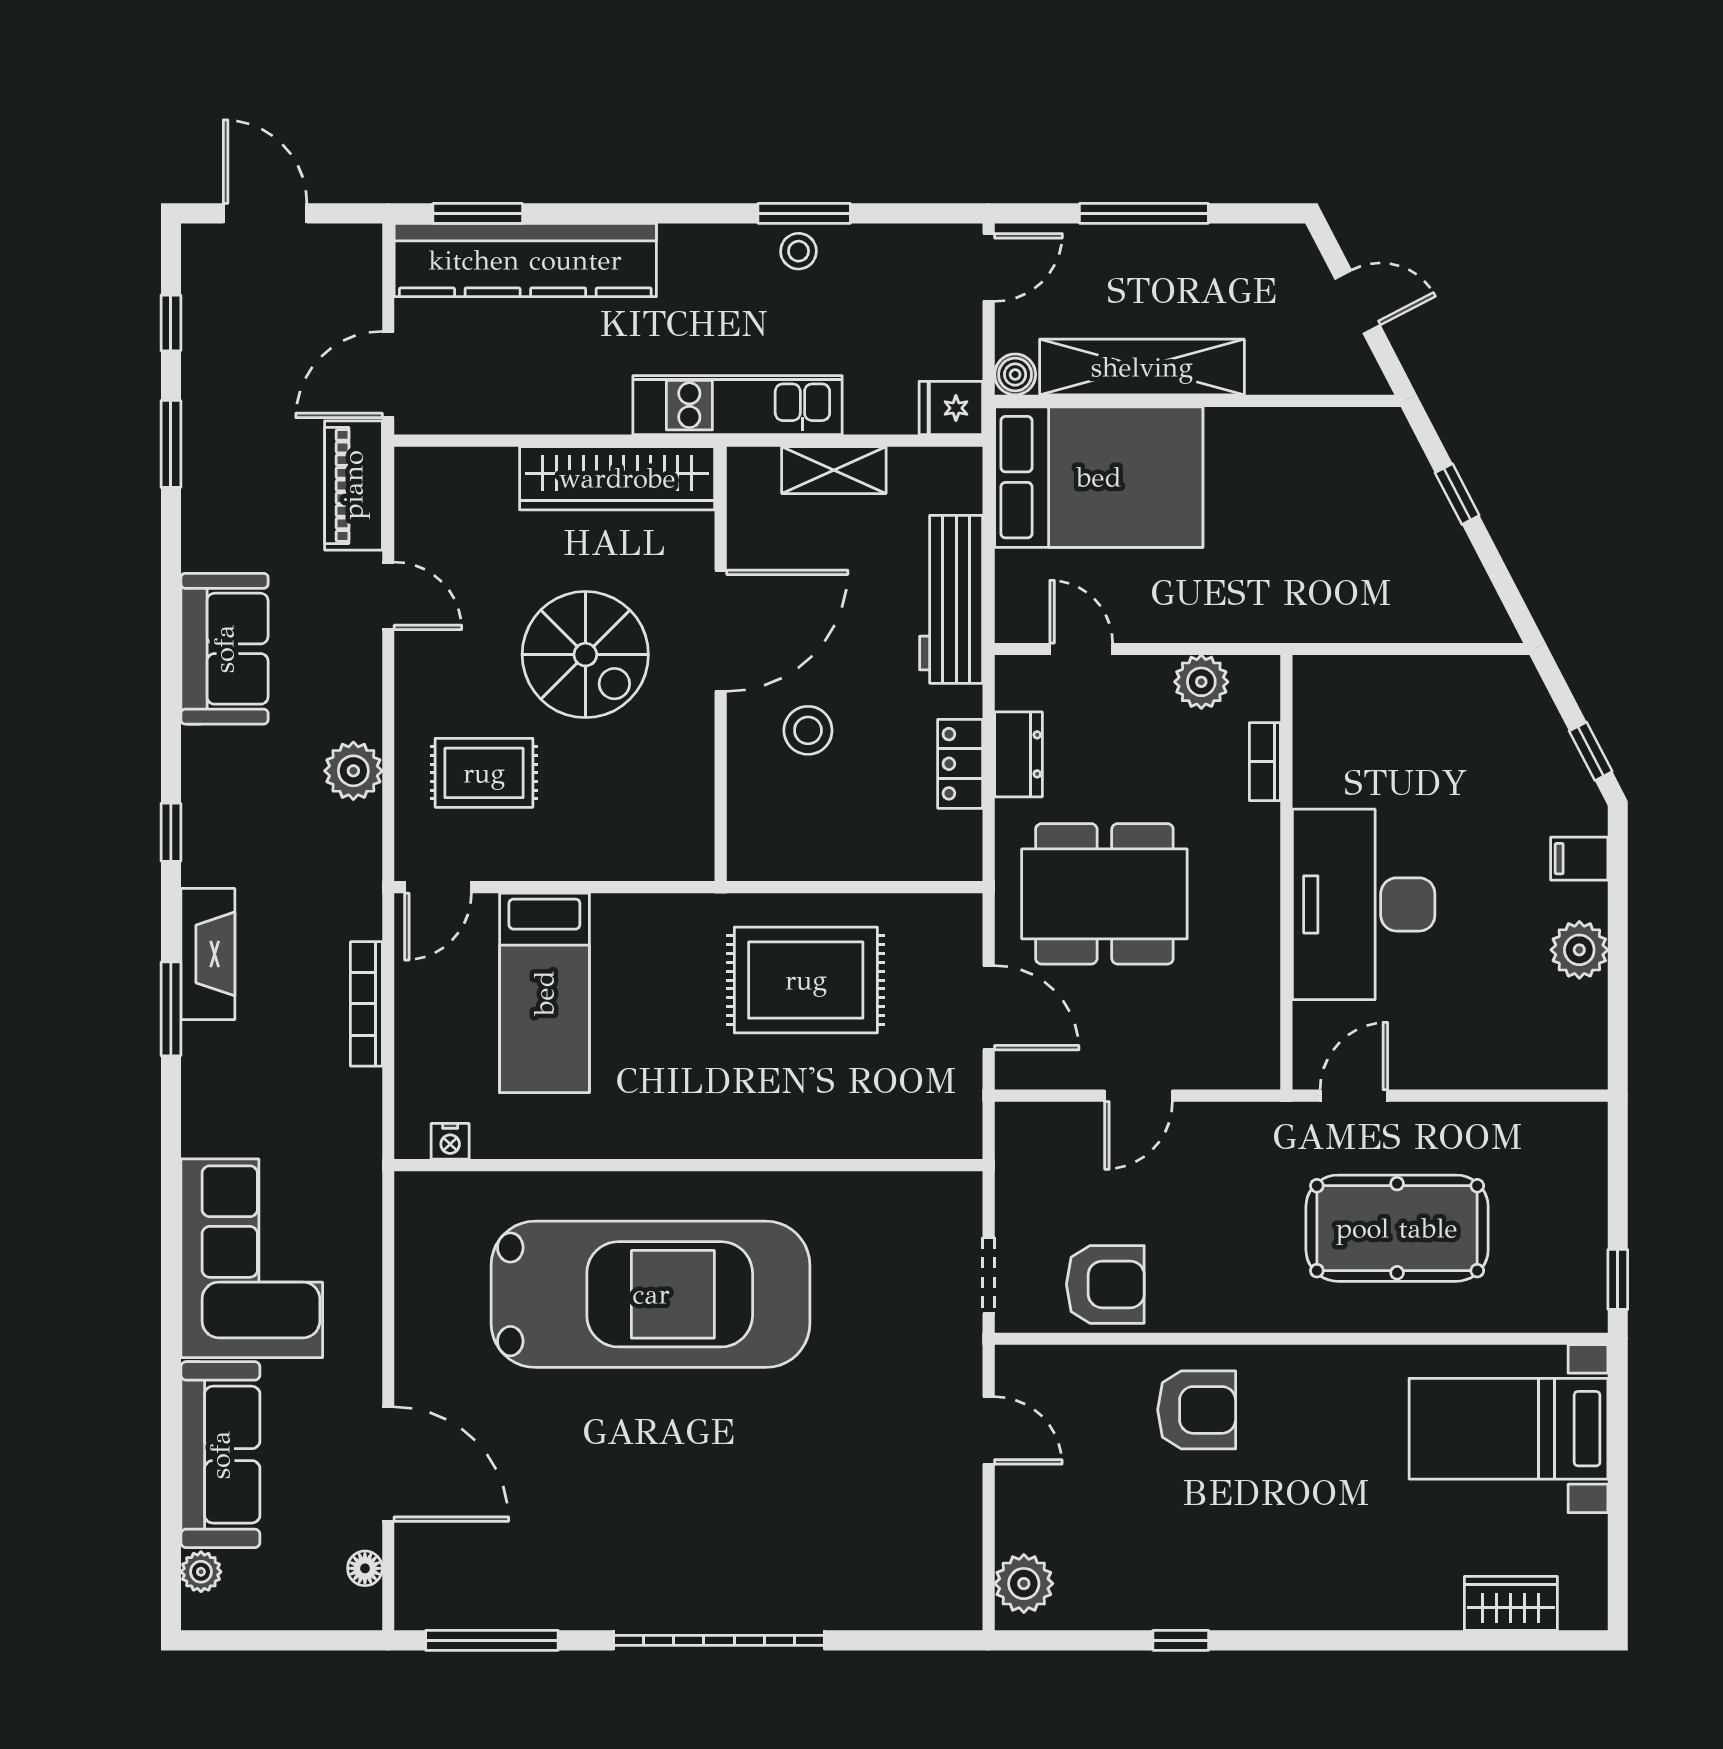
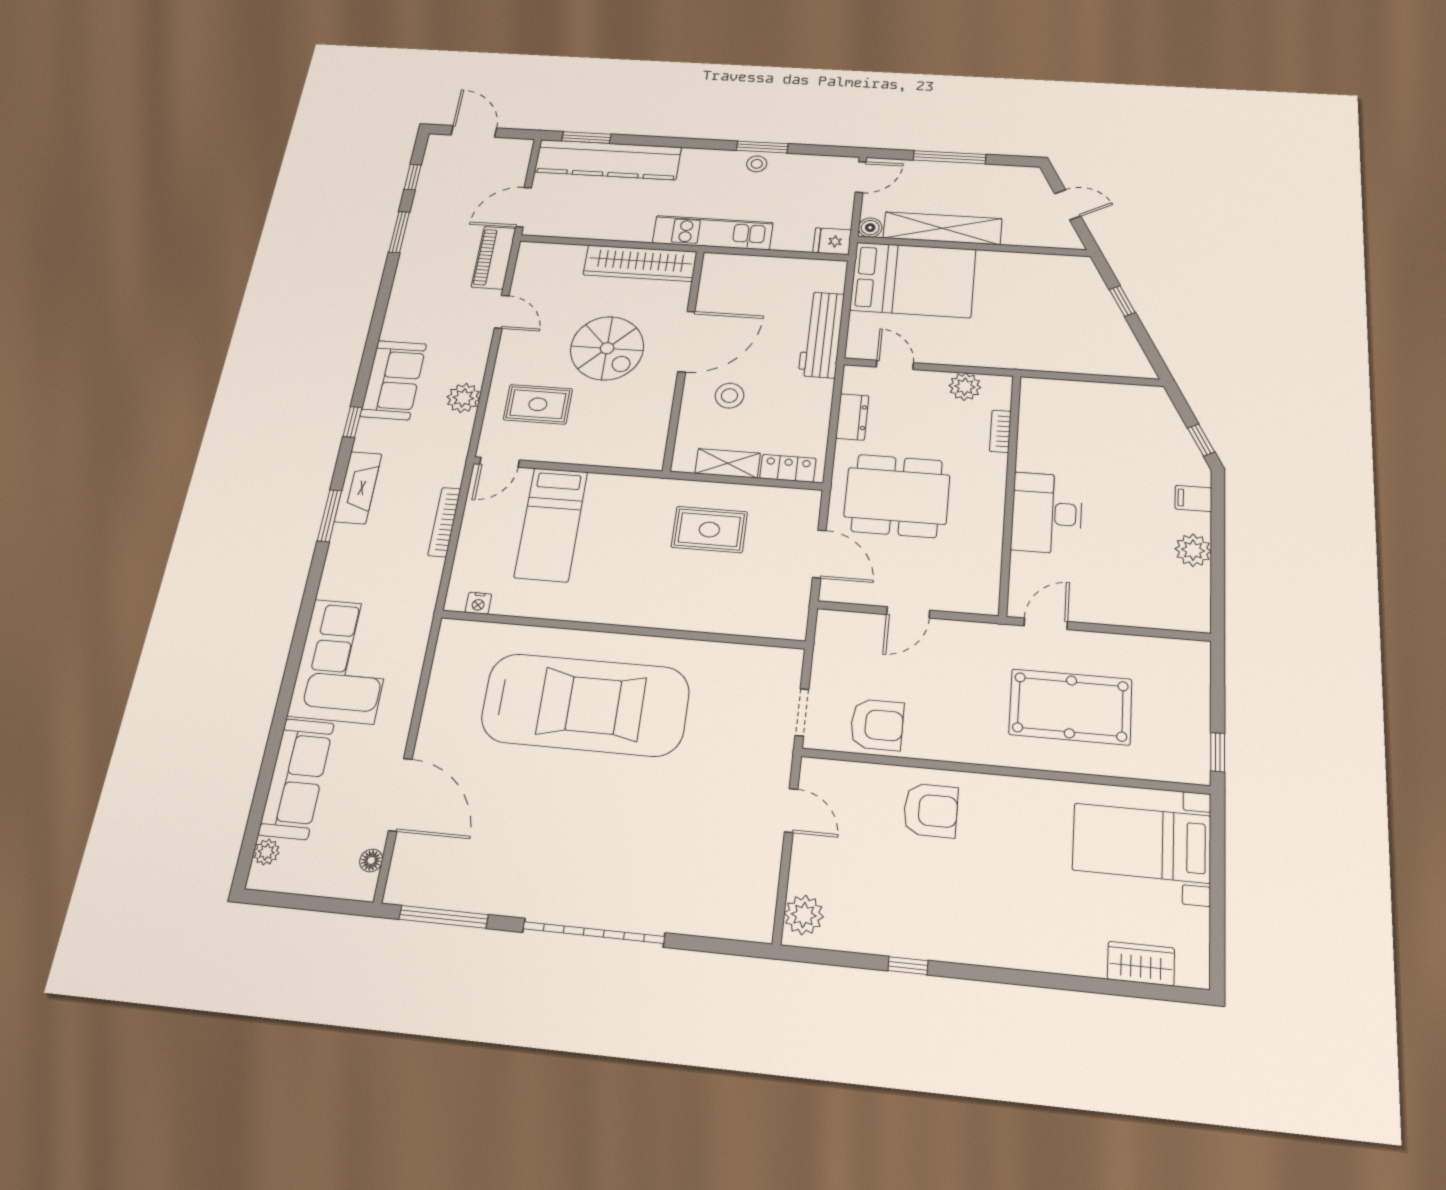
shelving: (834, 470) -> (728, 463), moved
sofa: (224, 649) -> (393, 380), moved
locker: (960, 764) -> (788, 468), moved, turned 90
desk: (1364, 904) -> (1047, 513), width x0.73, depth x0.77
rug: (806, 980) -> (709, 530), width x0.73, depth x0.70

